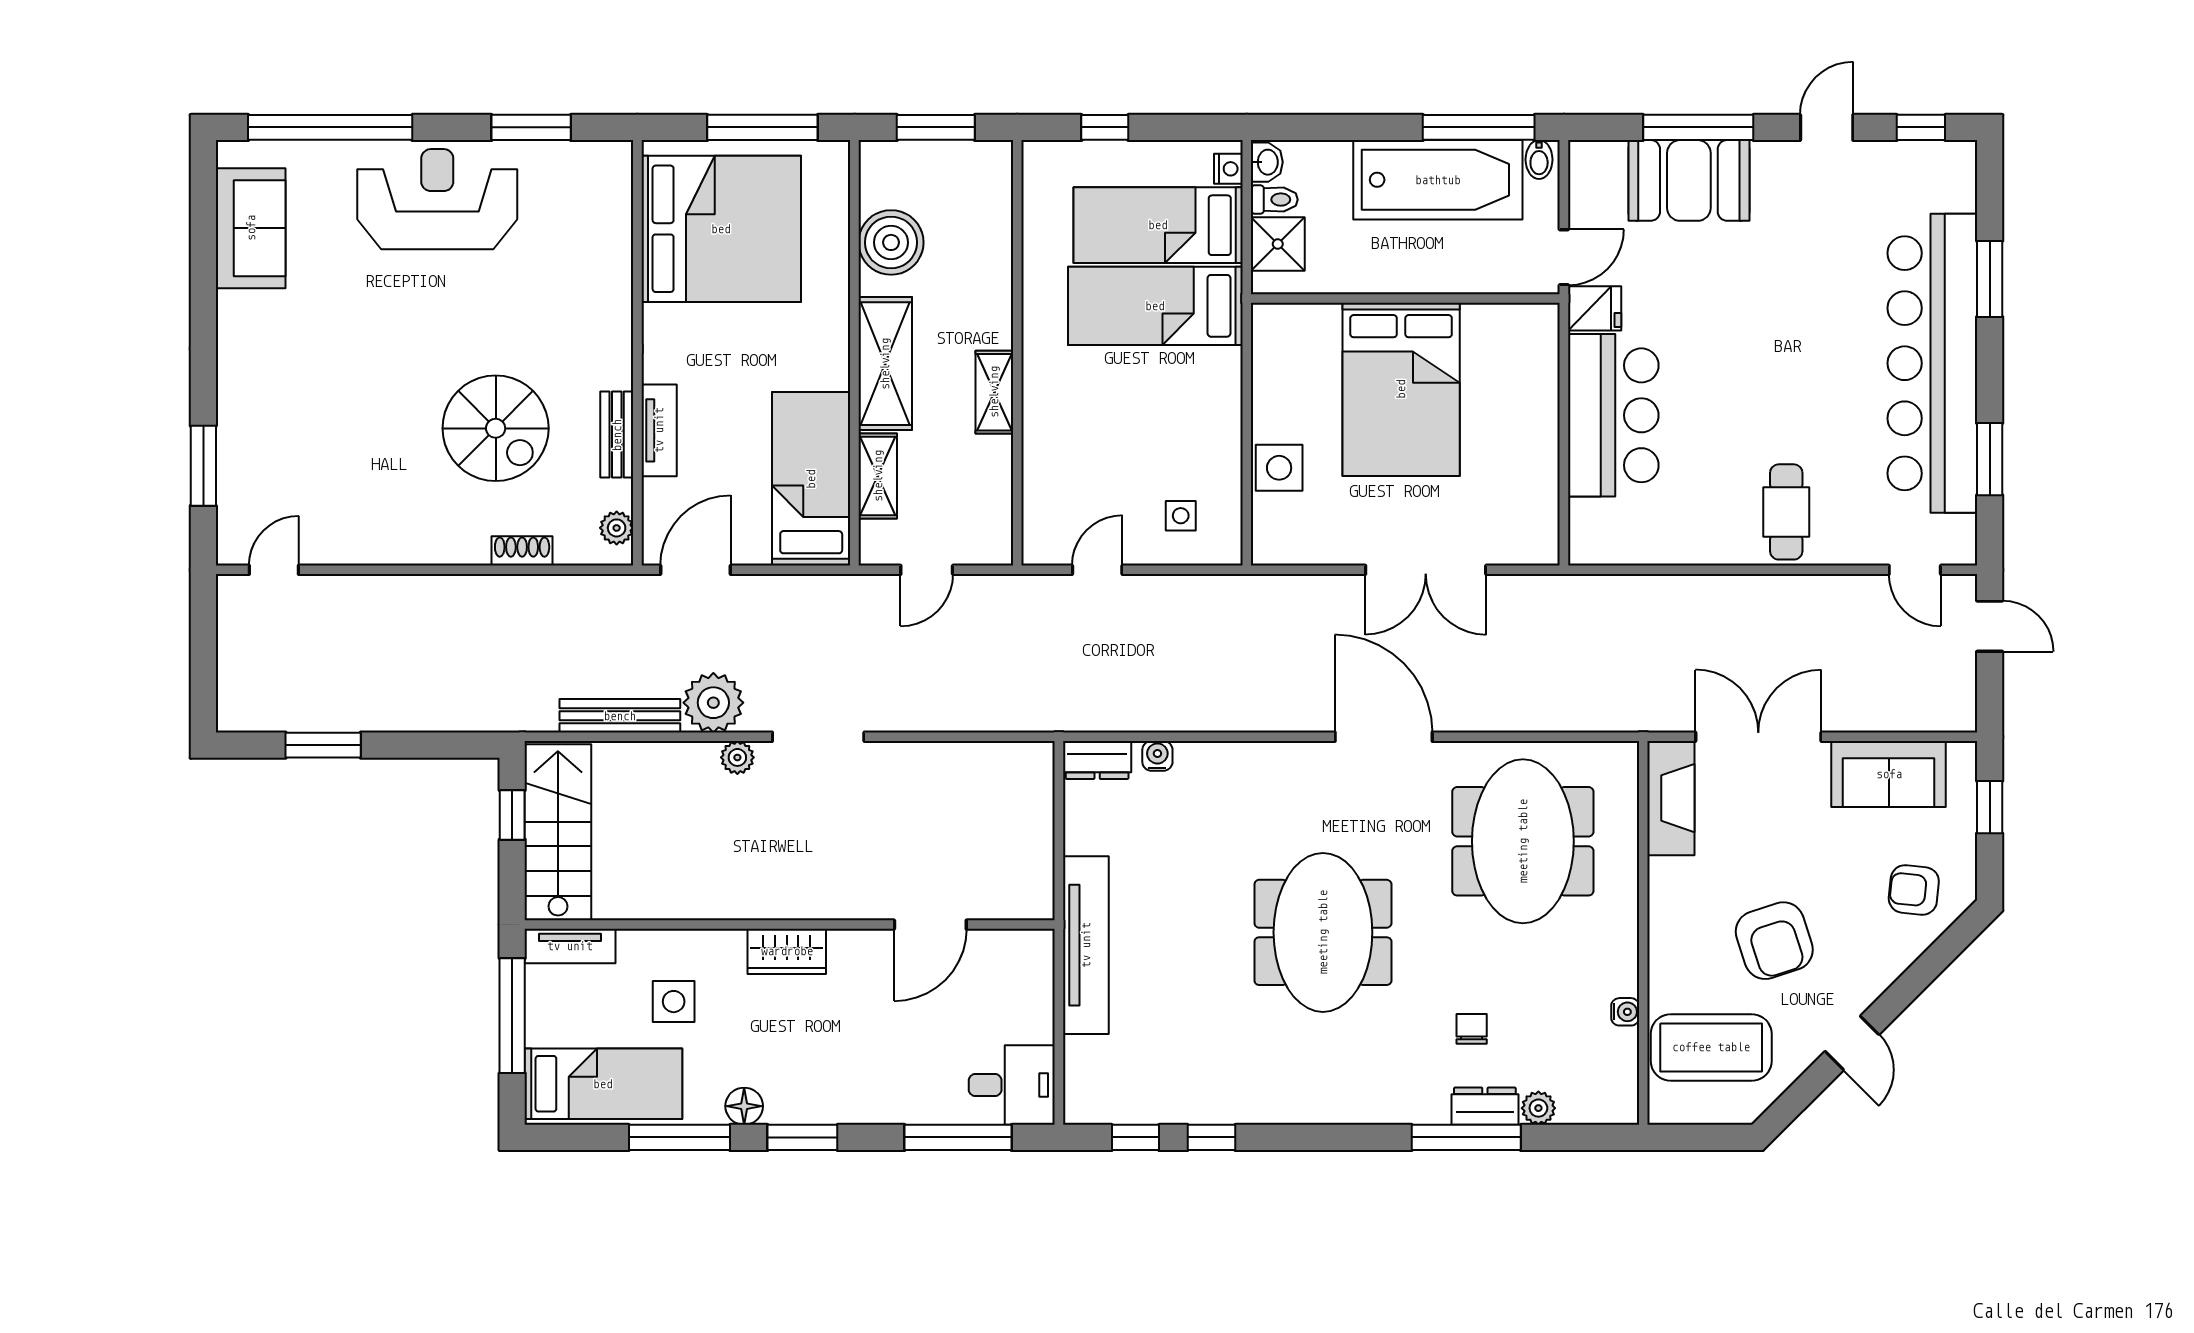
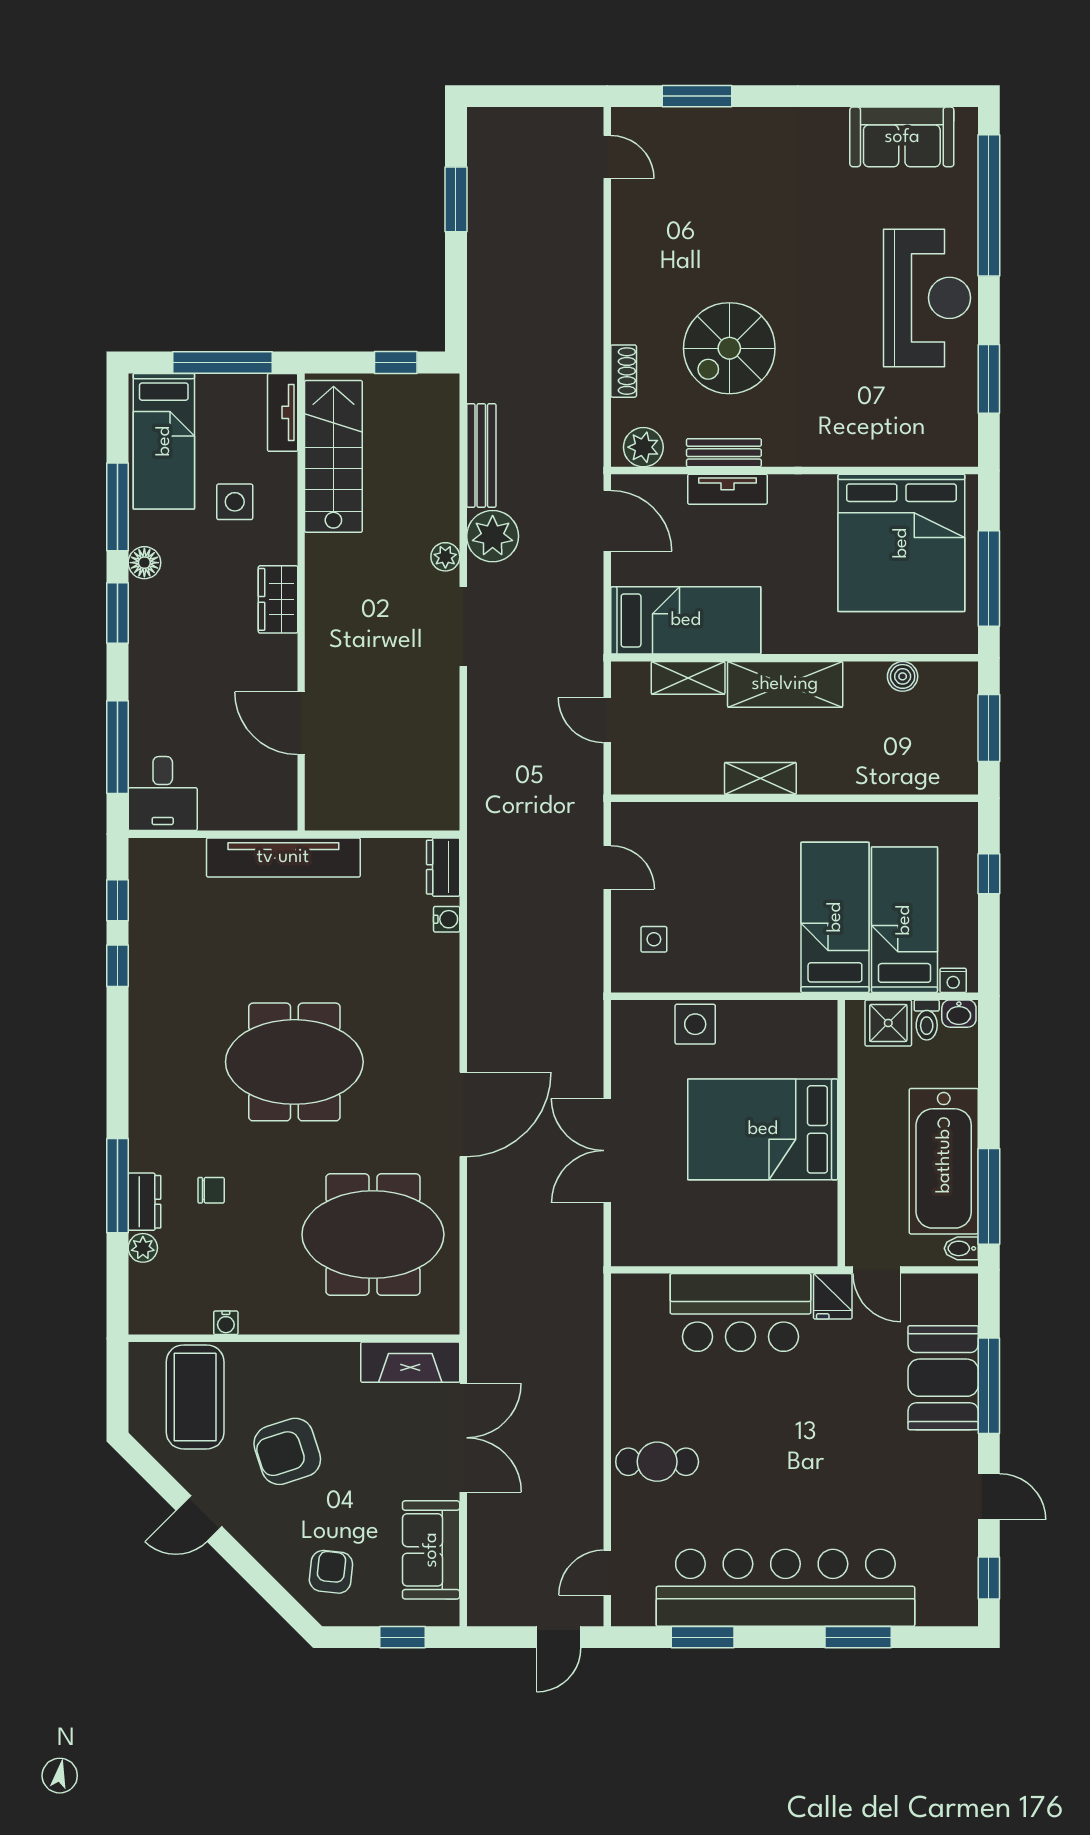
boiler: (891, 242) -> (903, 676), width x0.54, depth x0.54
plant: (617, 528) -> (643, 447), width x1.38, depth x1.38
stairs: (558, 832) -> (333, 456), moved, turned -90

